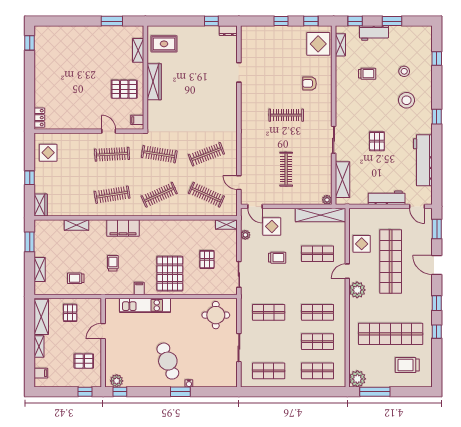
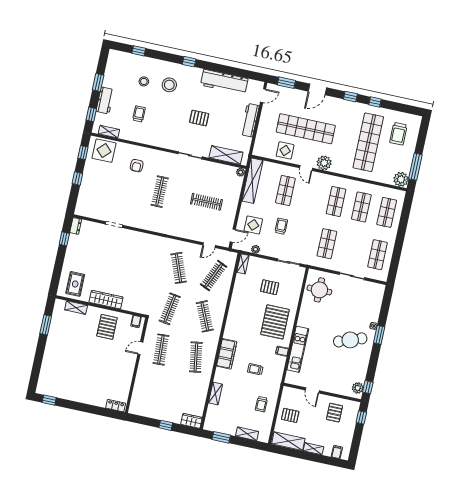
display table: (48, 153) -> (148, 405), removed
pallet: (170, 274) -> (275, 322), turned 90

